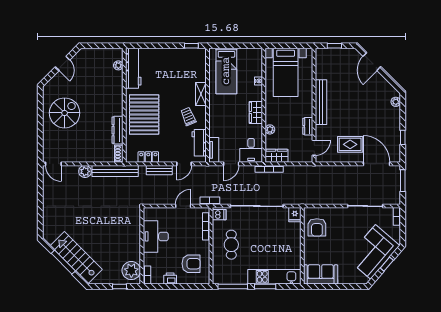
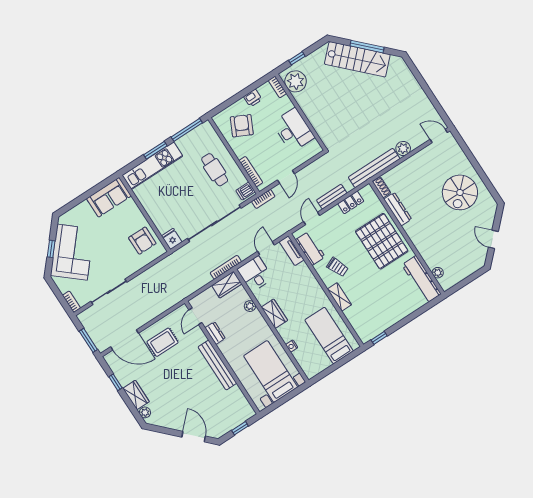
wardrobe: (394, 119) -> (136, 395), added
armchair: (317, 227) -> (142, 241), turned 180
armchair: (191, 264) -> (242, 126), turned 116

